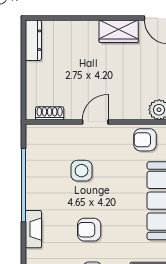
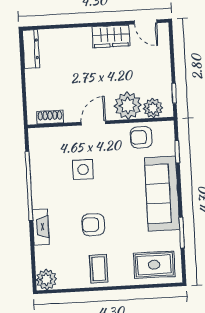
plant: (132, 106) -> (128, 106), added

